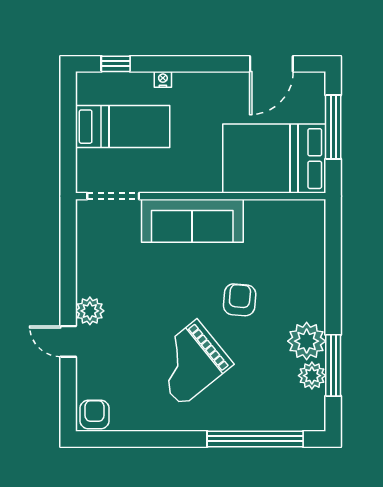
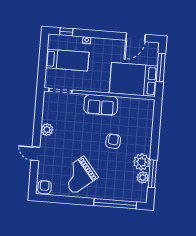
sofa: (192, 221) -> (101, 105), width x0.73
plant: (90, 311) -> (47, 130), moved
grand piano: (189, 363) -> (79, 175), moved

